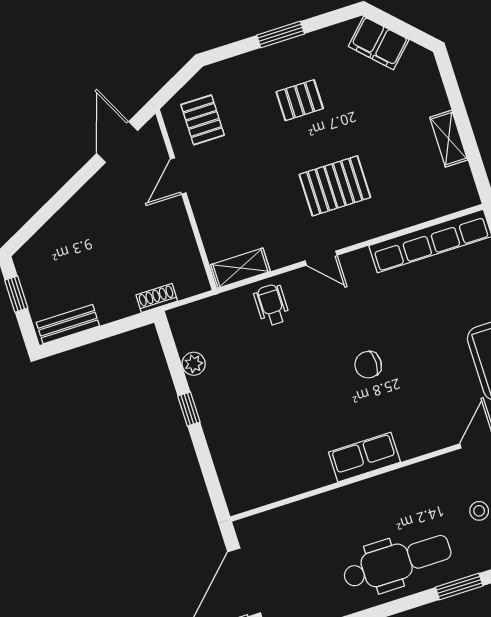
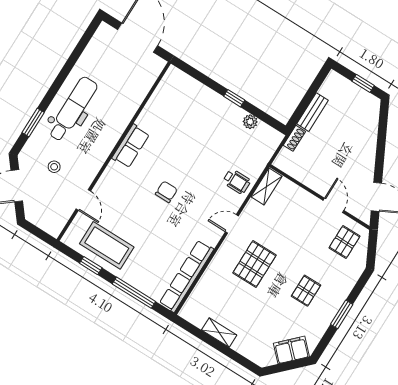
pallet: (203, 120) -> (344, 242), turned 90
bench: (68, 324) -> (312, 112), moved
dental chair: (397, 562) -> (73, 109), turned 180

